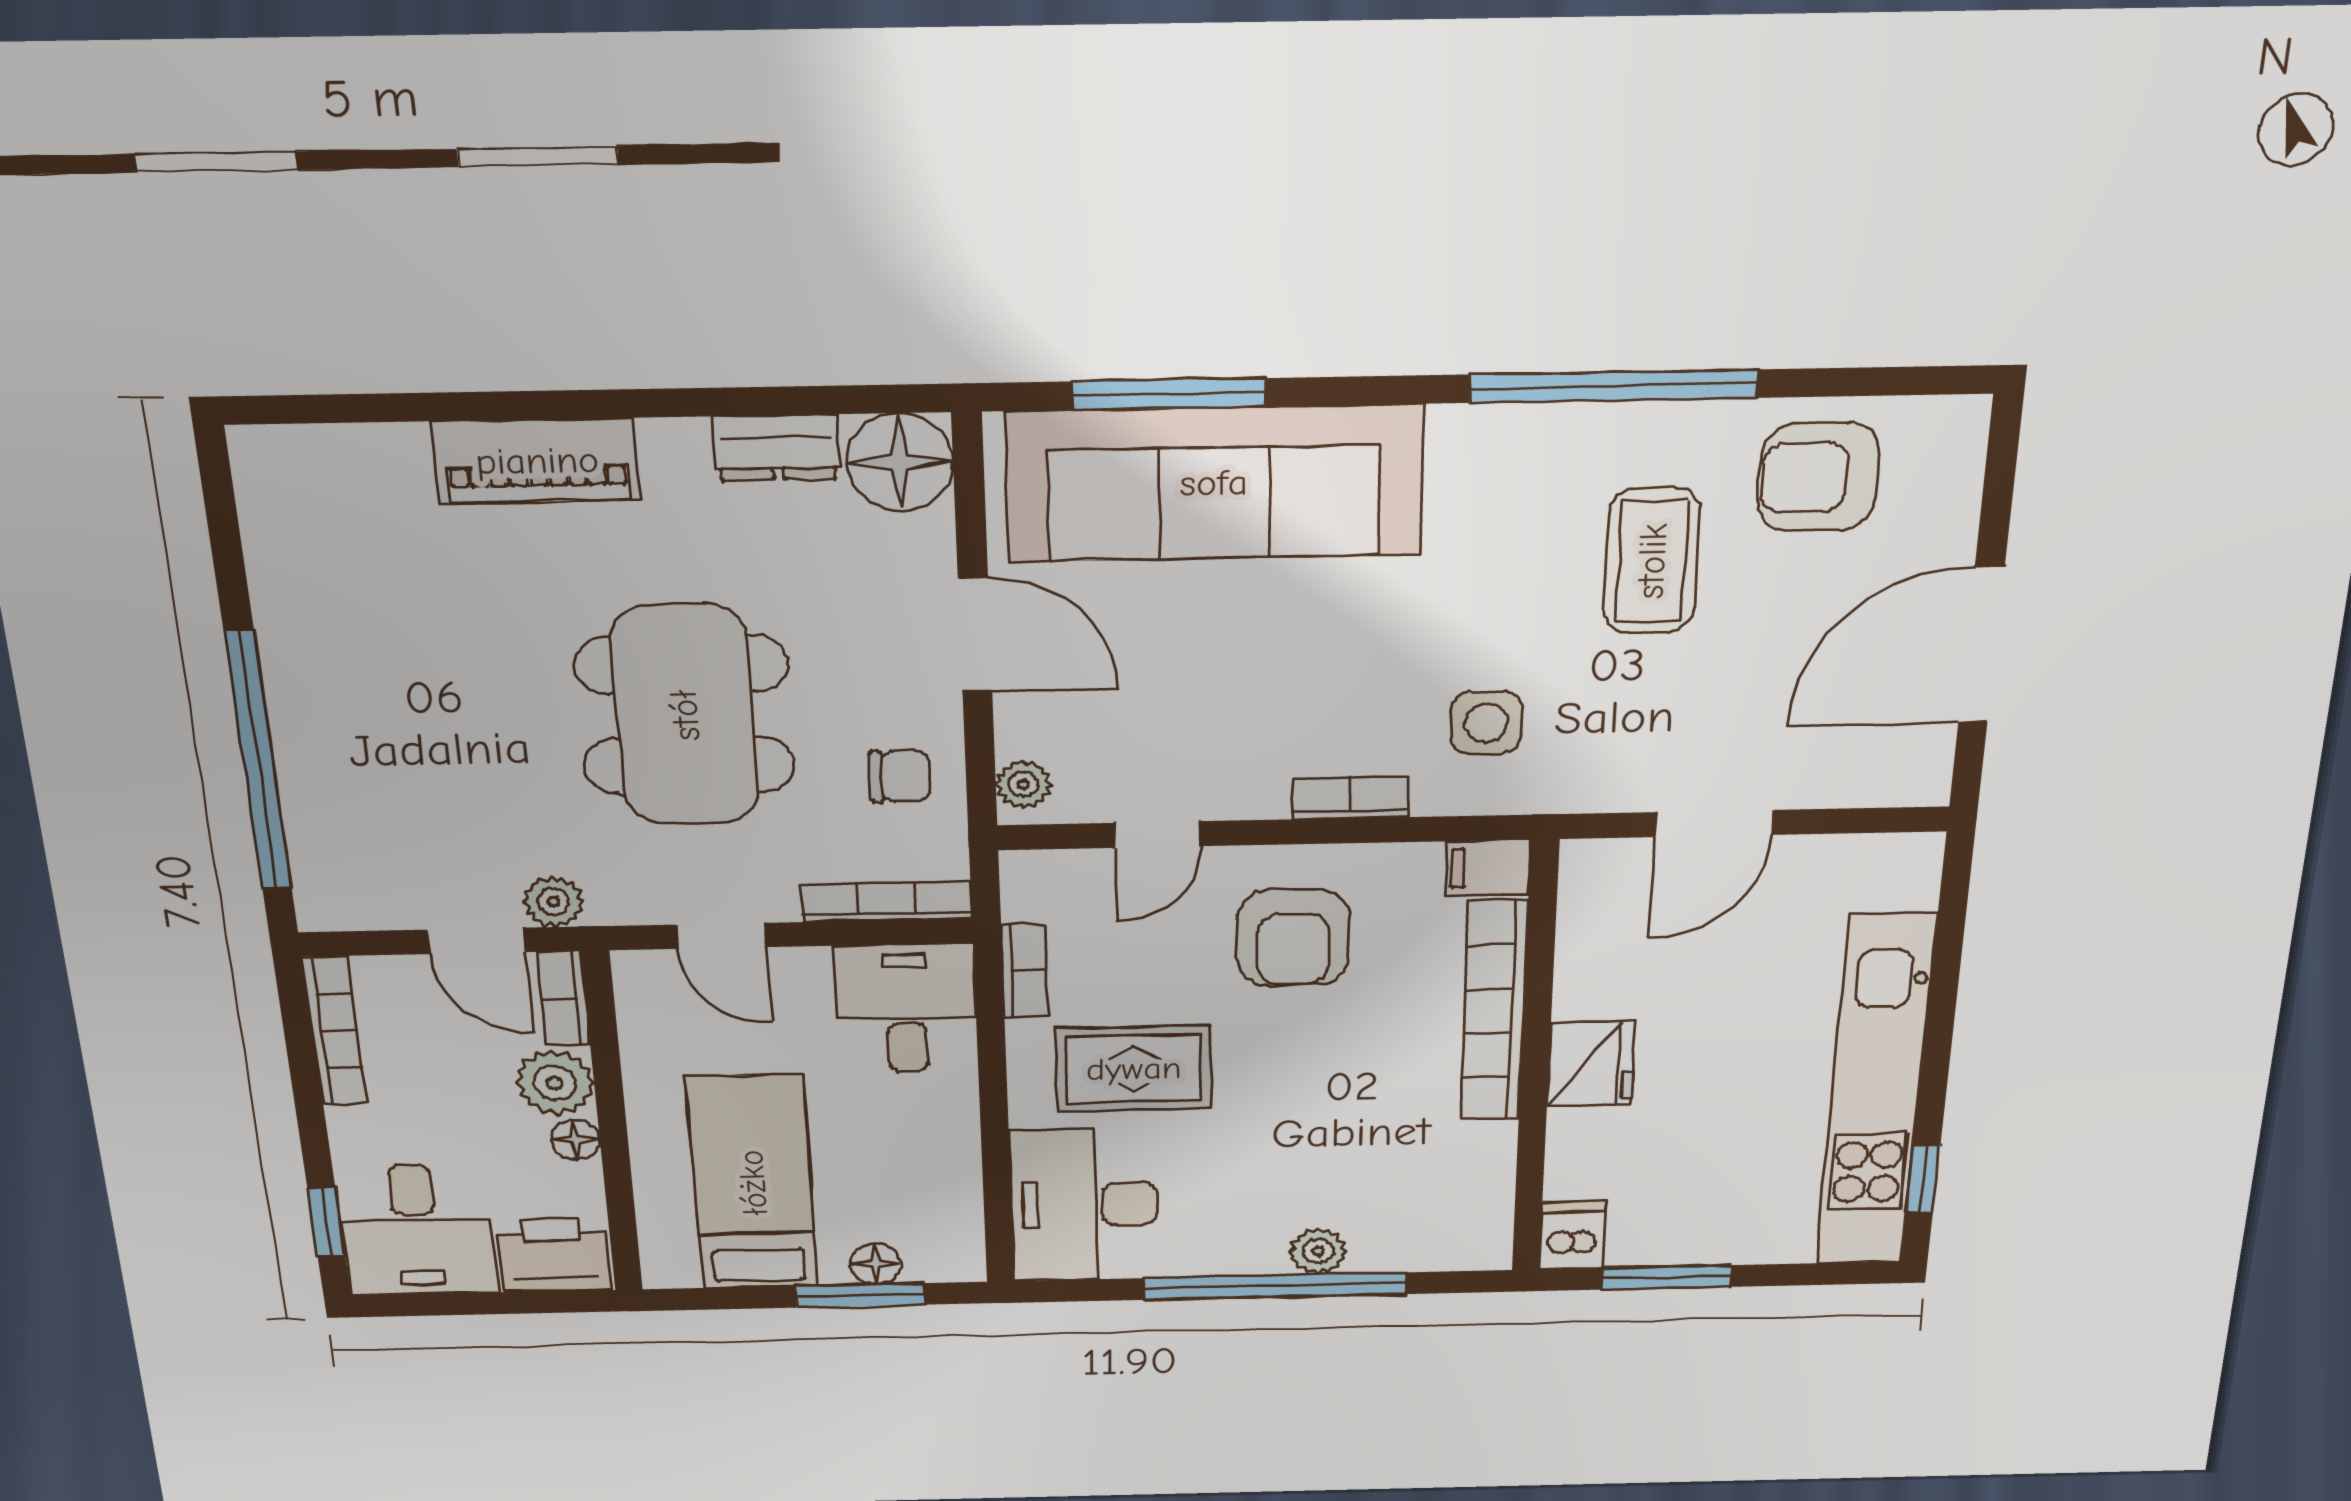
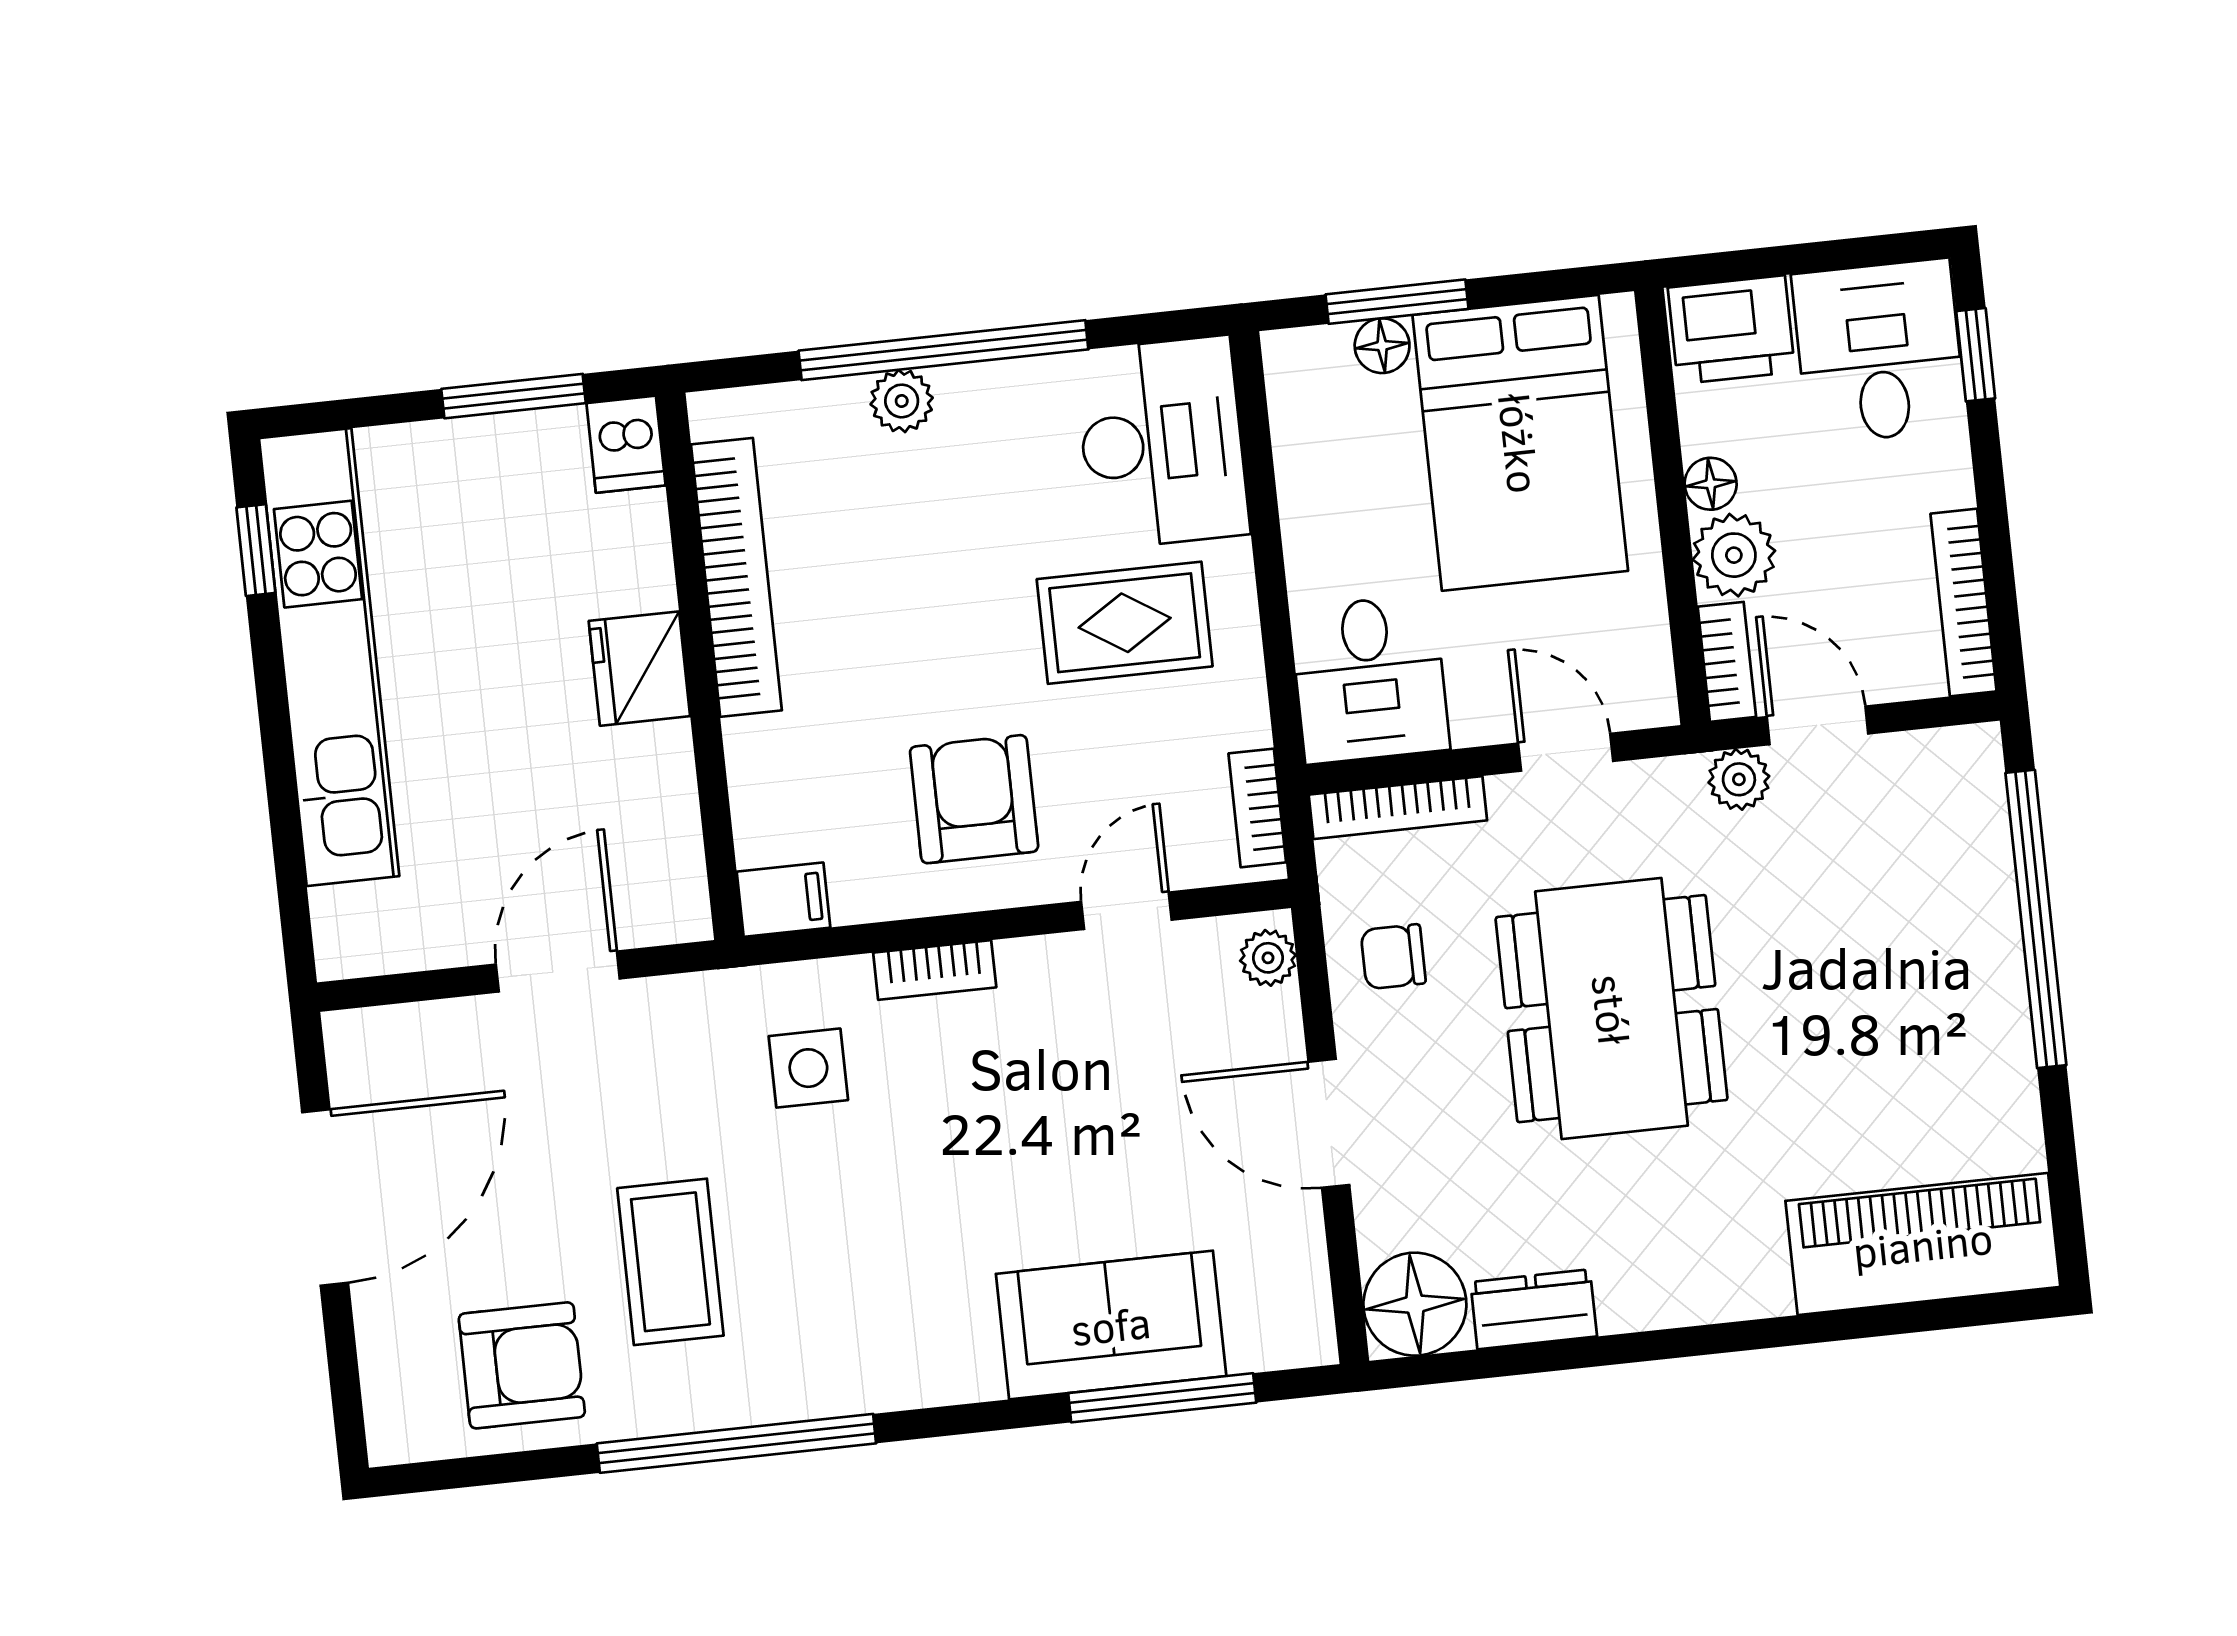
piano: (537, 461) -> (1923, 1244), moved, width x1.37, depth x1.33
sofa: (1214, 483) -> (1111, 1325), width x0.54, depth x0.79
bookcase: (1025, 971) -> (1257, 808), moved
bookcase: (1494, 1011) -> (736, 577), moved
bed: (753, 1183) -> (1520, 443), width x1.50

